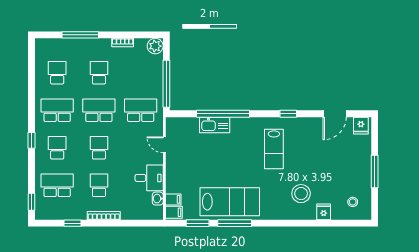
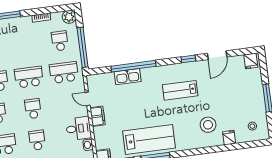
school desk: (99, 73) -> (60, 41), moved
door: (335, 114) -> (217, 55), moved
lab bench: (274, 149) -> (180, 90), turned 90
filing cabinet: (173, 199) -> (98, 116), moved, width x2.00

